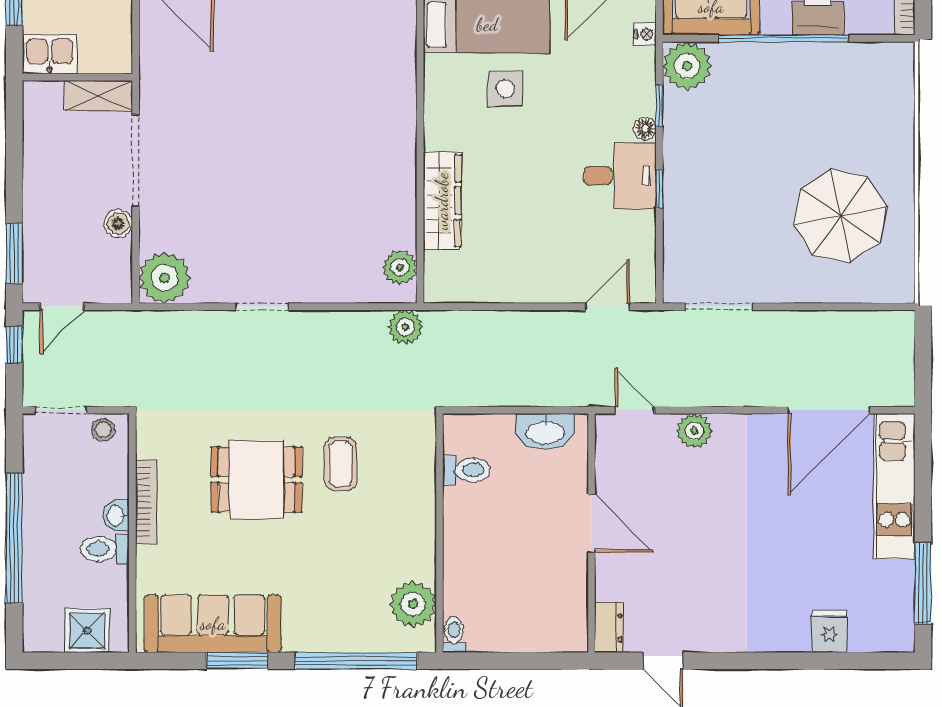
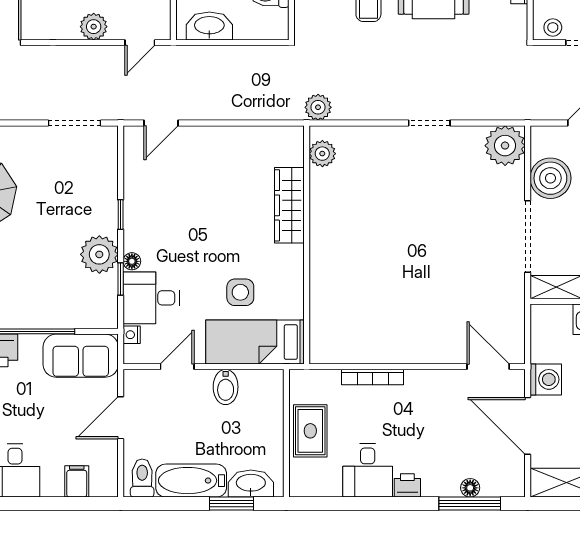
plant: (687, 66) -> (99, 254), moved
desk: (620, 176) -> (151, 298), moved
boiler: (118, 224) -> (550, 178), width x1.86, depth x1.86
door: (635, 410) -> (140, 43), hinge flipped

